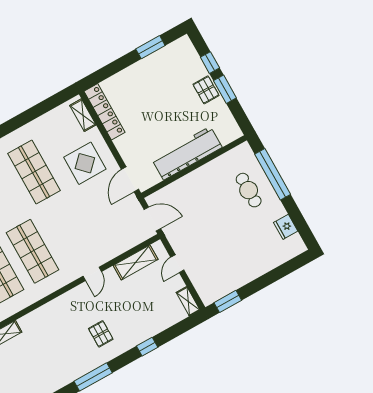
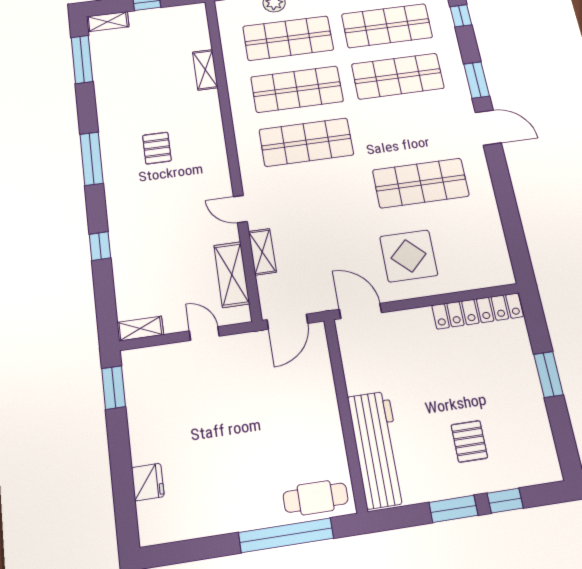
window: (150, 47) -> (548, 374), moved
pallet: (206, 90) -> (469, 441), moved, turned 90
shelving: (83, 115) -> (262, 252), moved, turned 90
workbench: (187, 153) -> (378, 449), moved
cafe table: (249, 190) -> (316, 498), moved
fridge: (286, 227) -> (148, 482), moved, turned 90
pallet: (101, 334) -> (157, 148), moved, turned 90

